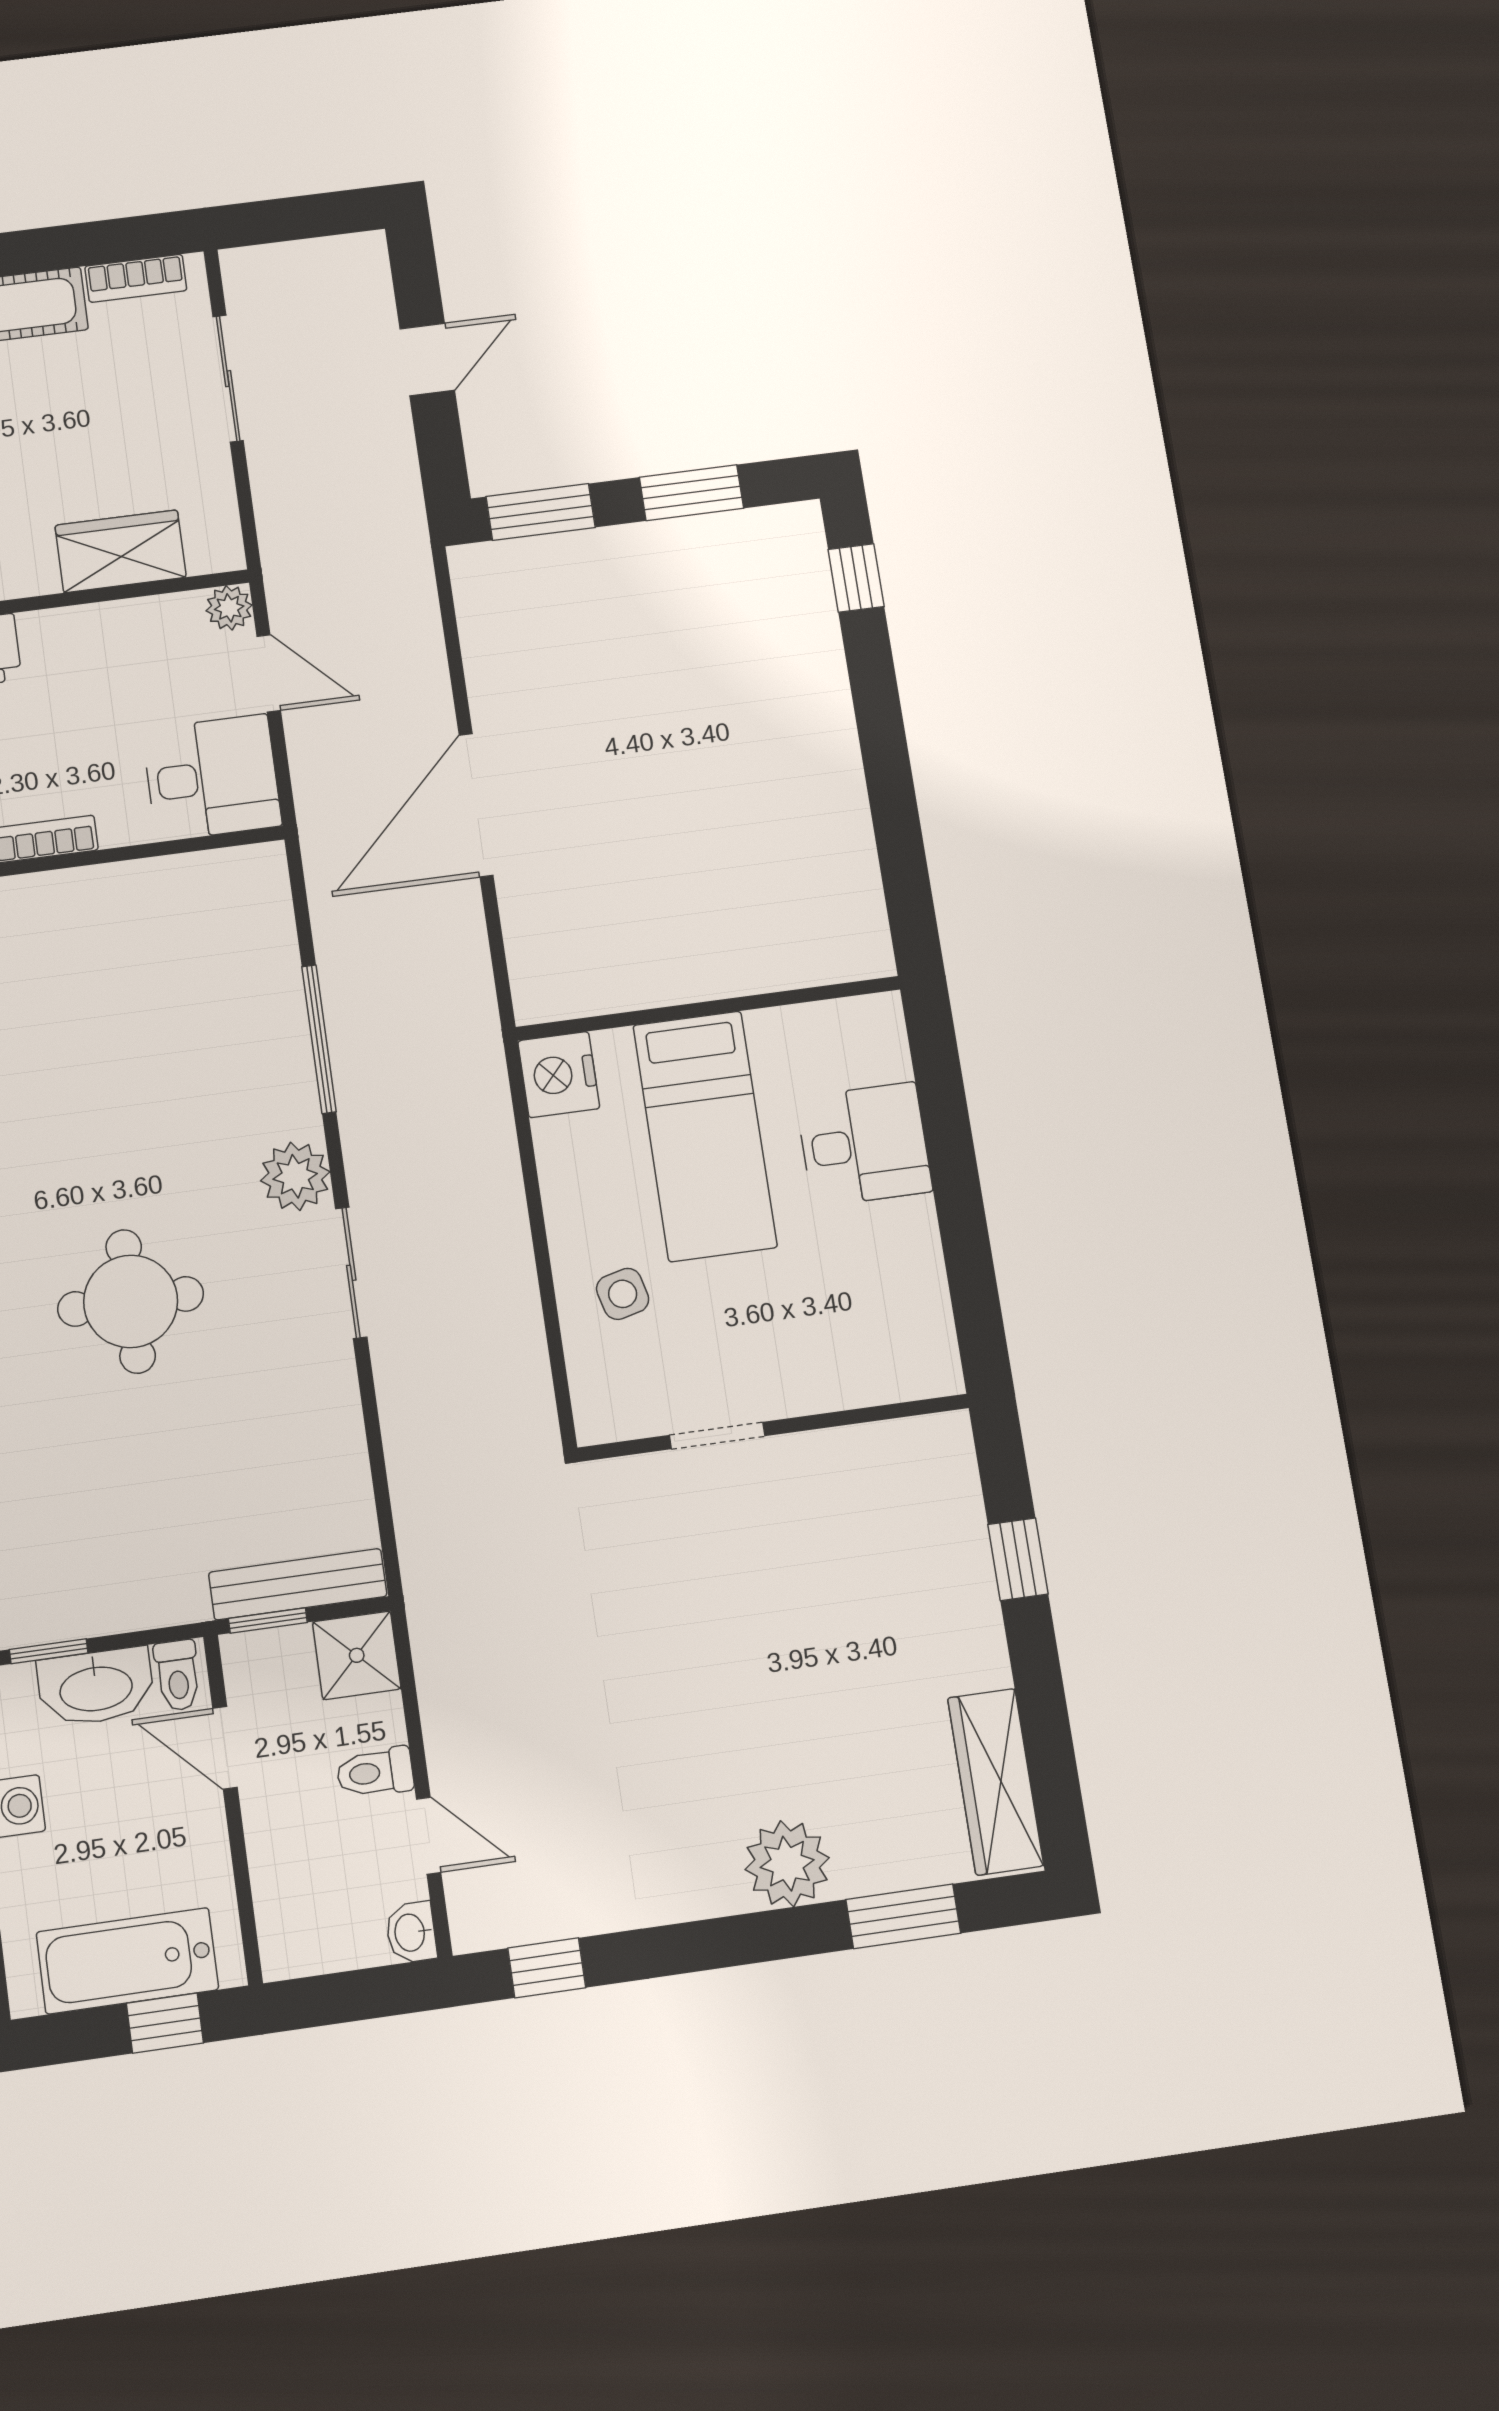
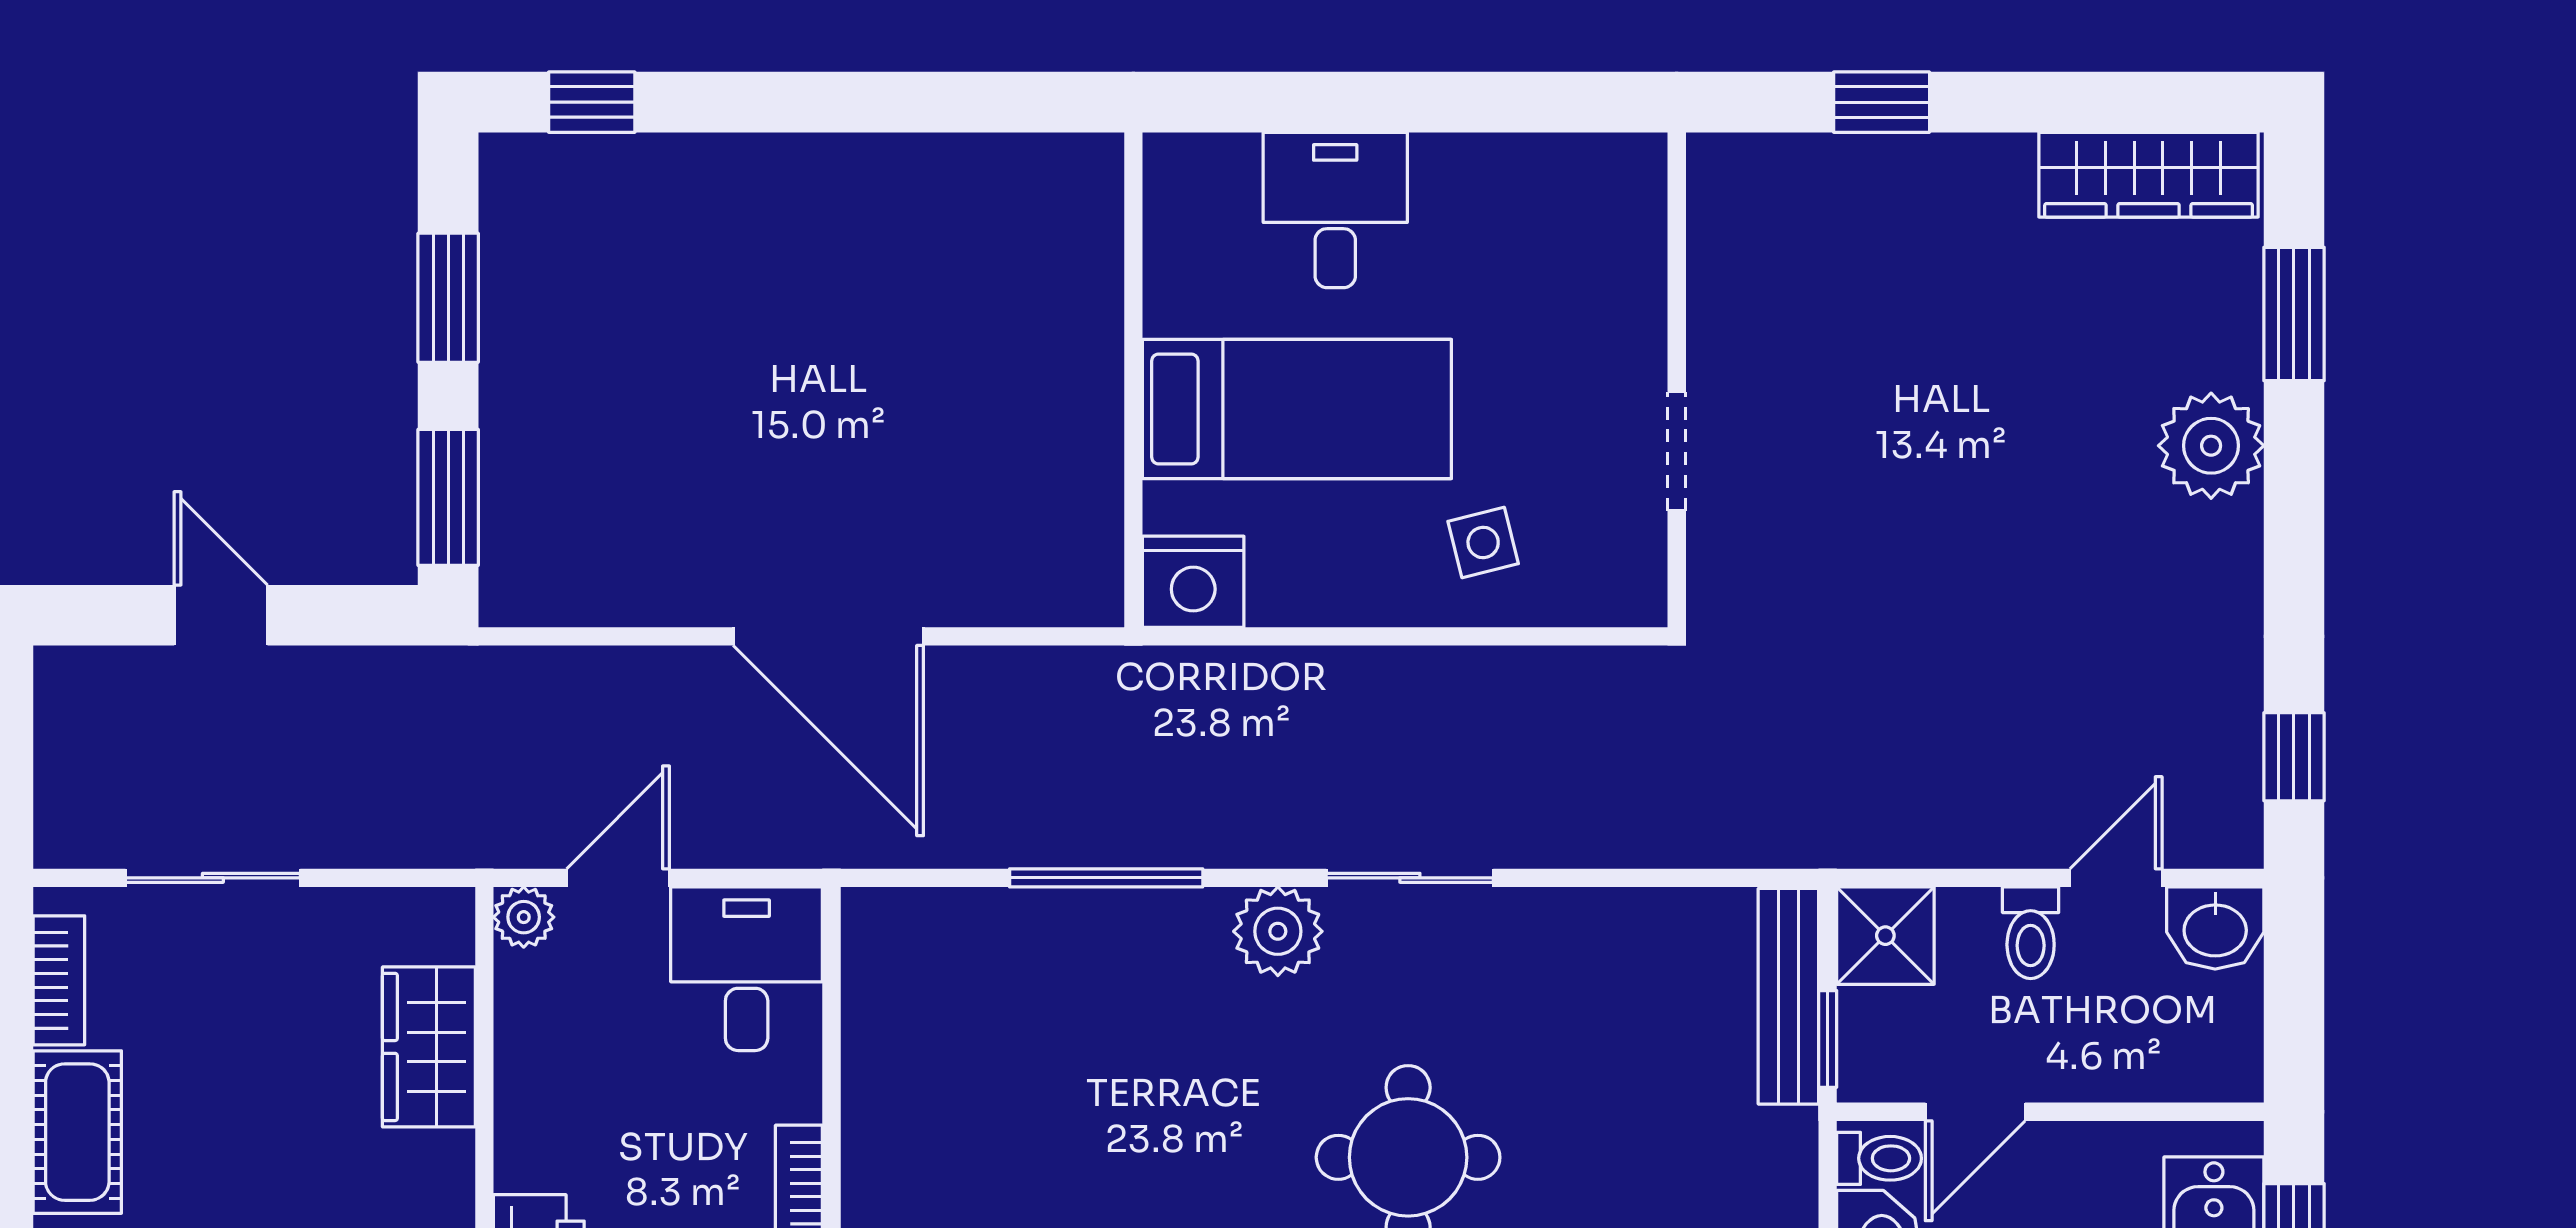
washbasin: (411, 1932) -> (2215, 928), width x1.38, depth x1.45

